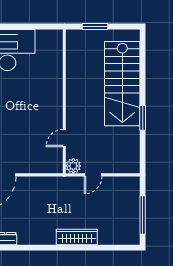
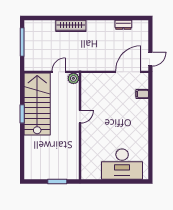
stairs: (122, 84) -> (37, 104), moved
door: (64, 138) -> (80, 117), moved

